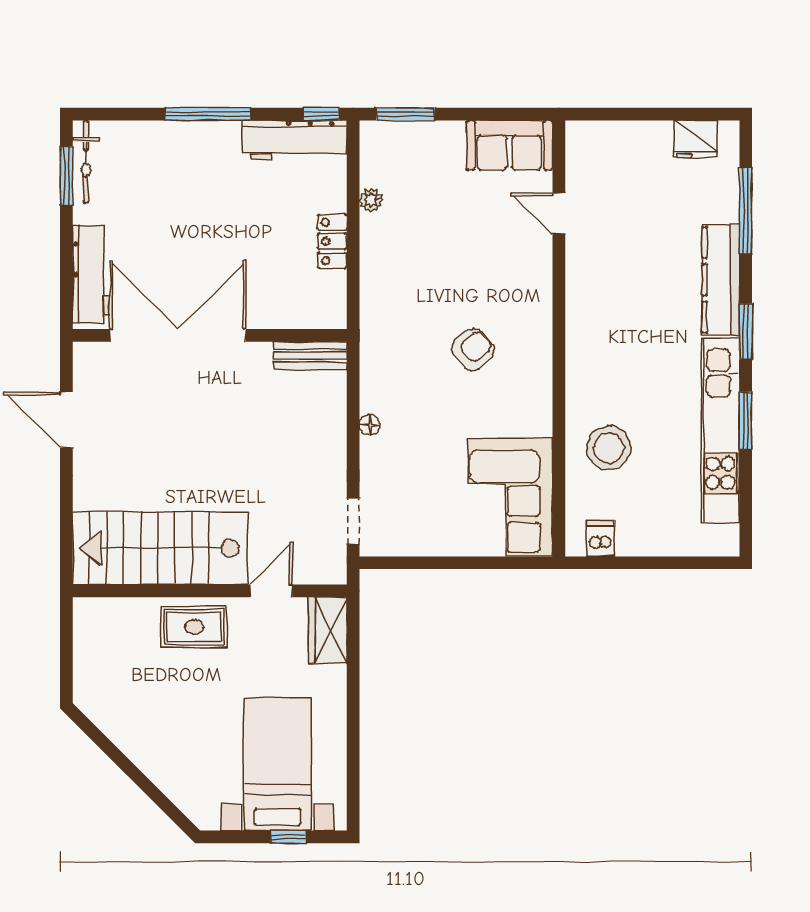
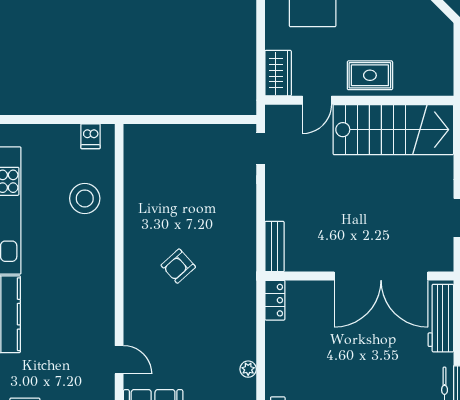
locker: (332, 241) -> (275, 300), moved
bench: (310, 356) -> (274, 247), moved, turned 90
floor lamp: (370, 425) -> (249, 214), removed
corner sofa: (510, 497) -> (152, 165), removed

